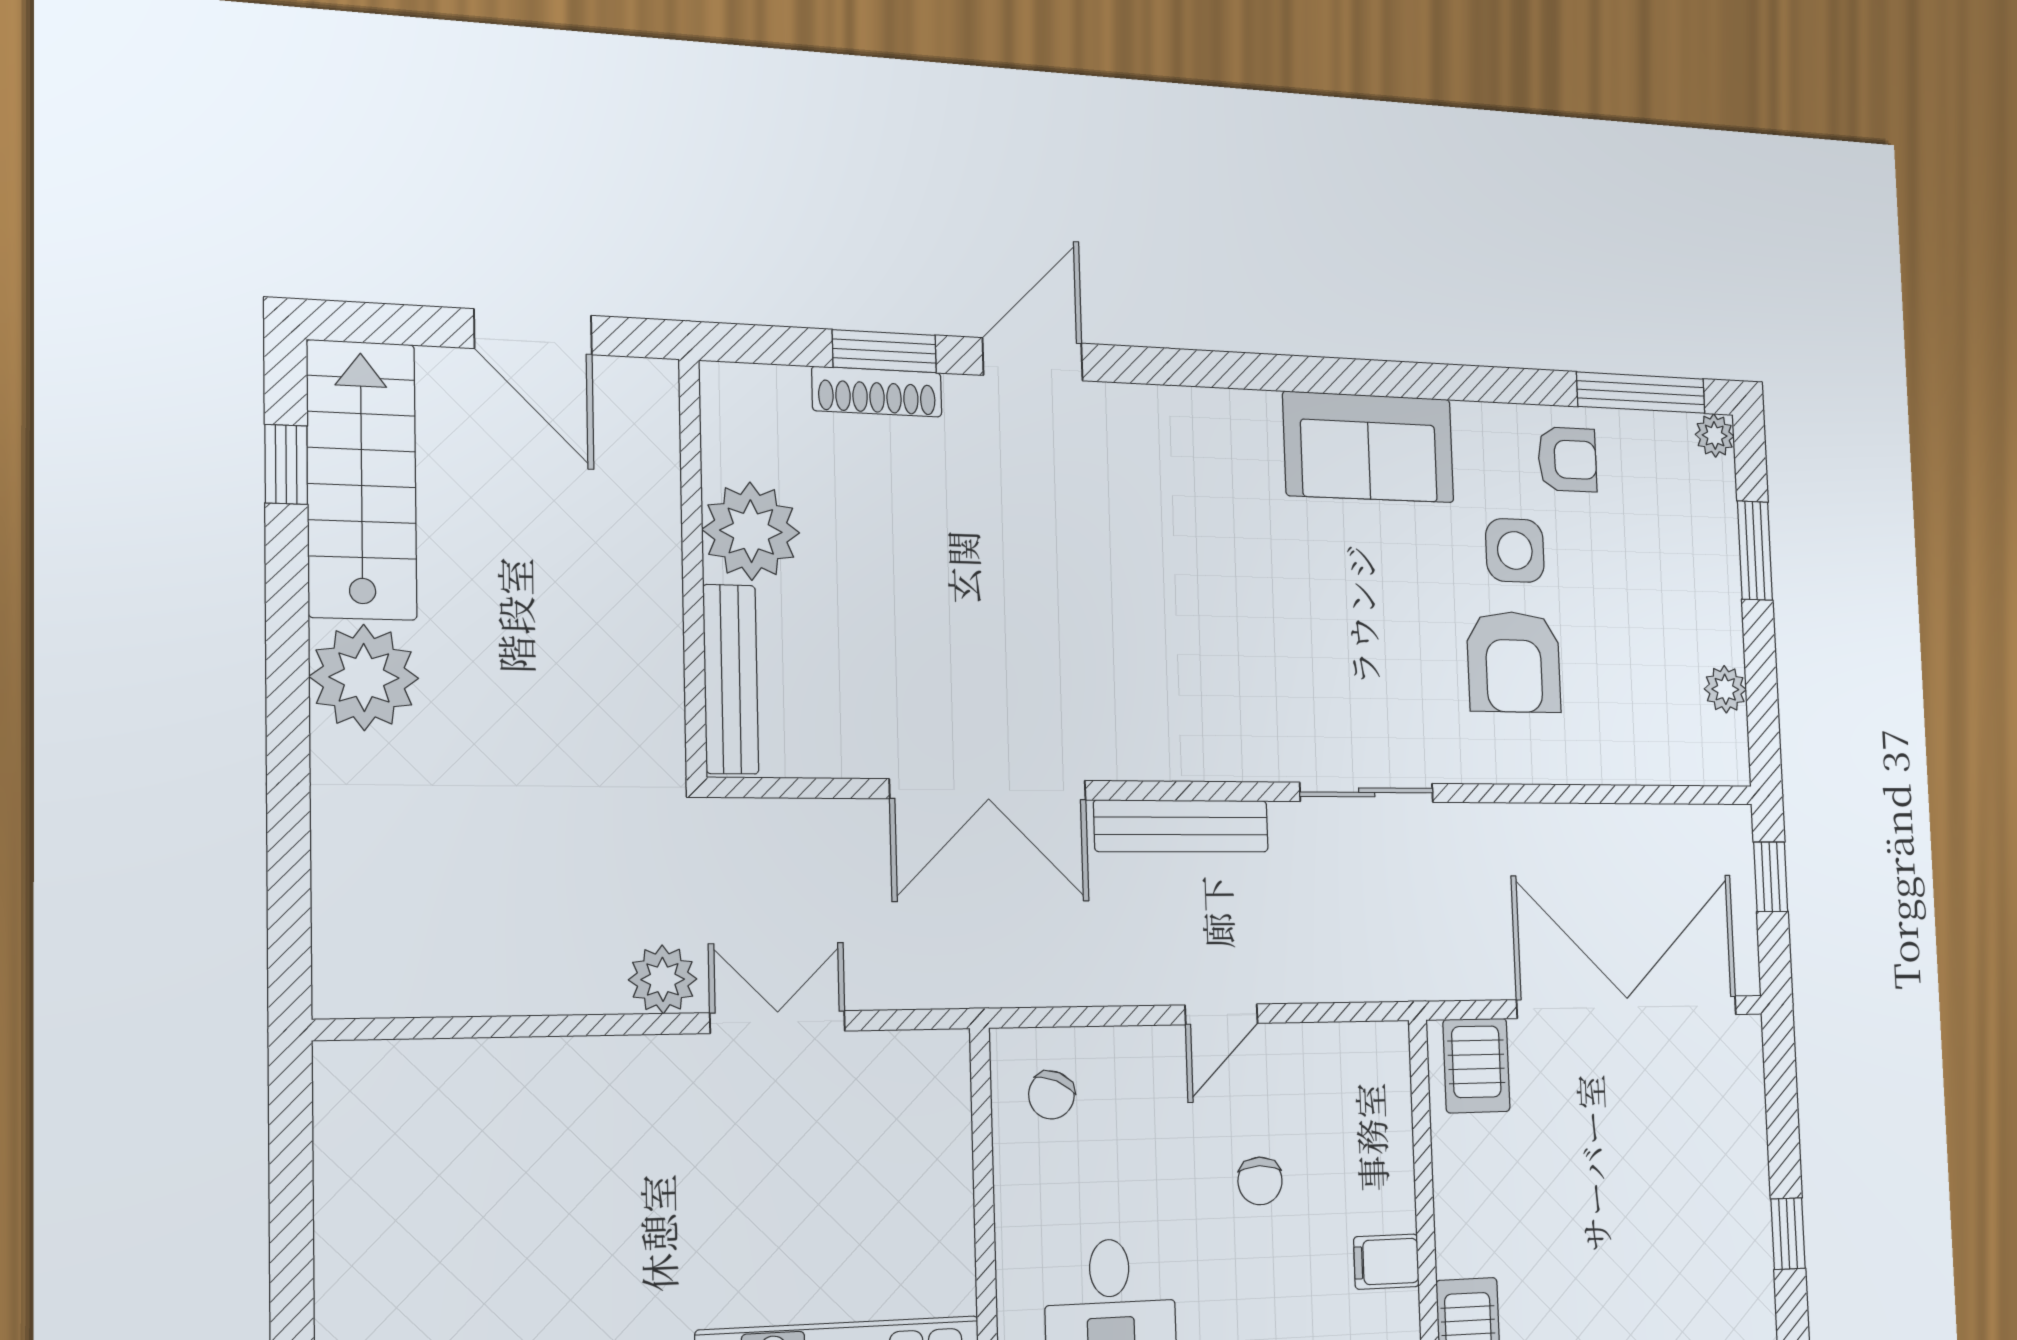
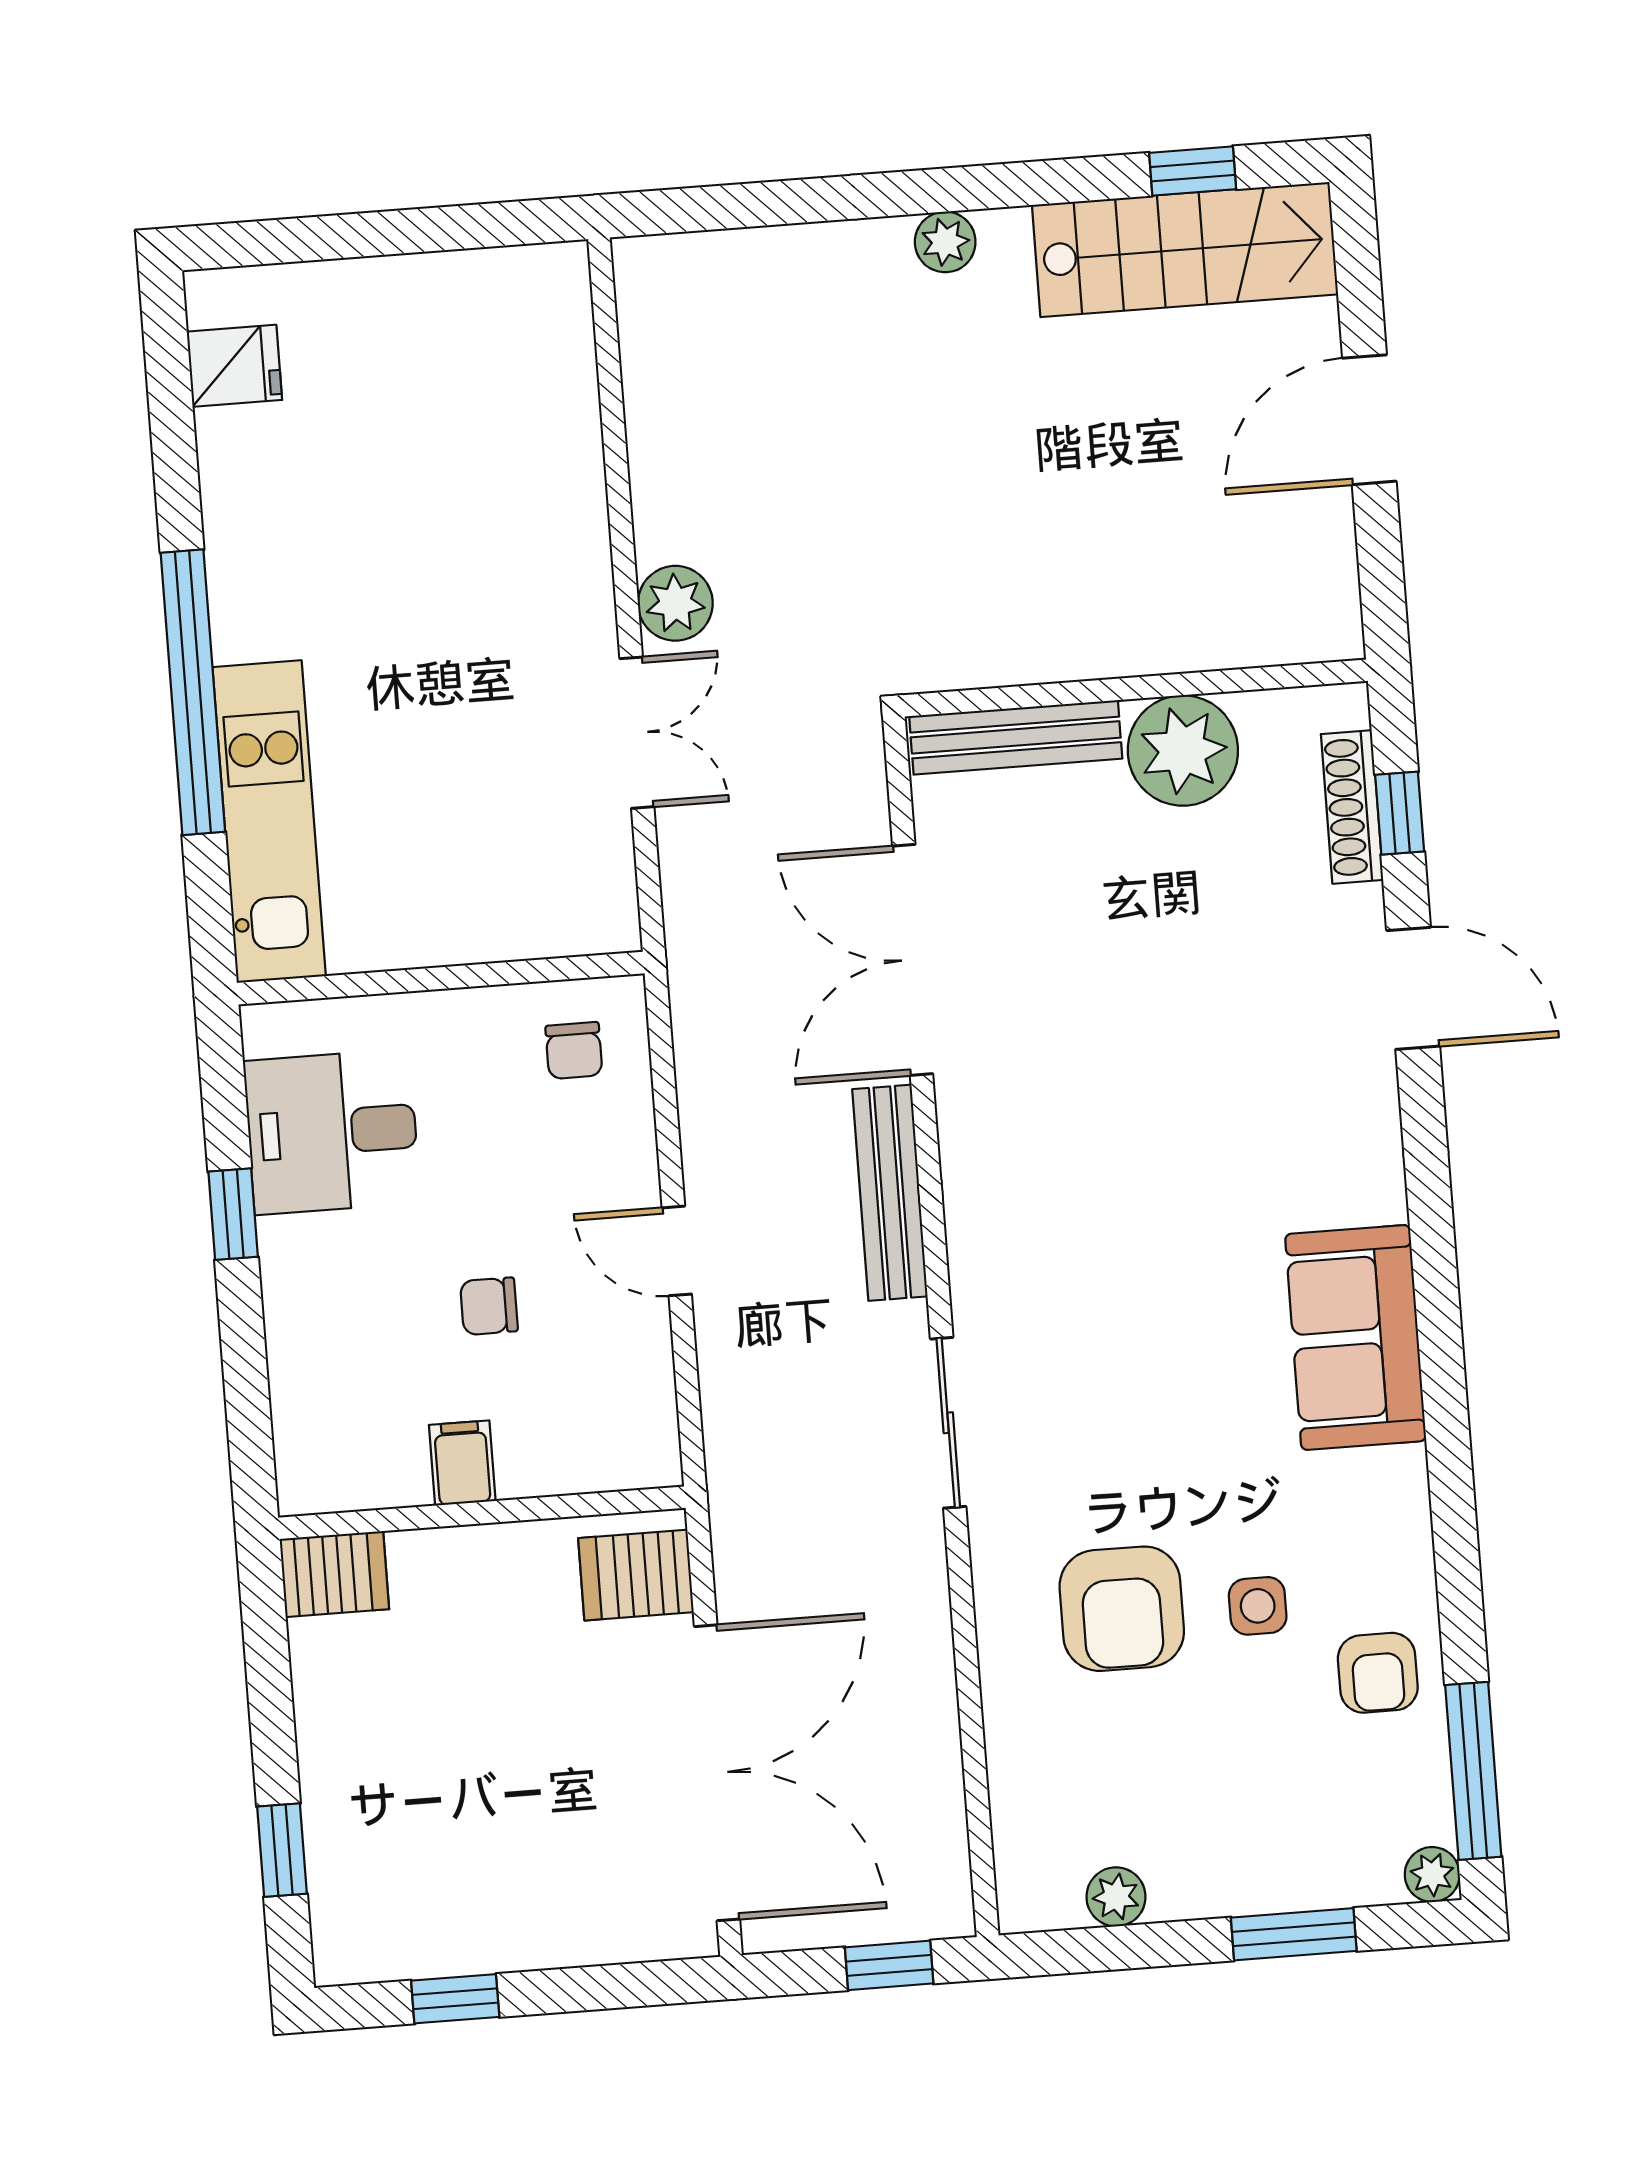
window: (884, 351) -> (1400, 813), width x0.67
sofa: (1369, 447) -> (1356, 1337), moved
plant: (751, 531) -> (1183, 751), moved
side table: (1515, 550) -> (1258, 1606), width x0.73, depth x0.73
wall: (693, 567) -> (1135, 688), moved
armchair: (1514, 662) -> (1122, 1609), turned -90
plant: (364, 677) -> (945, 242), width x0.53, depth x0.53
bench: (731, 679) -> (1016, 737), moved
chair: (1051, 1095) -> (574, 1051), turned -113
filing cabinet: (1386, 1262) -> (462, 1463), moved

